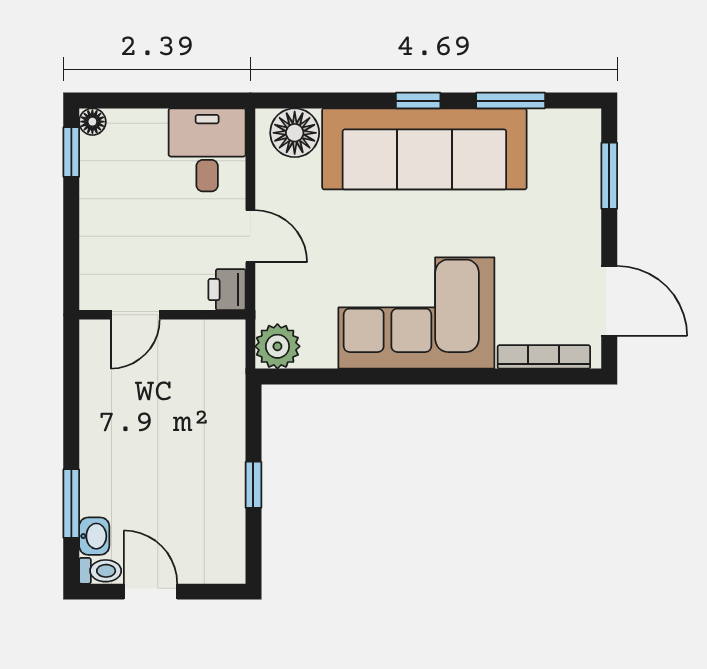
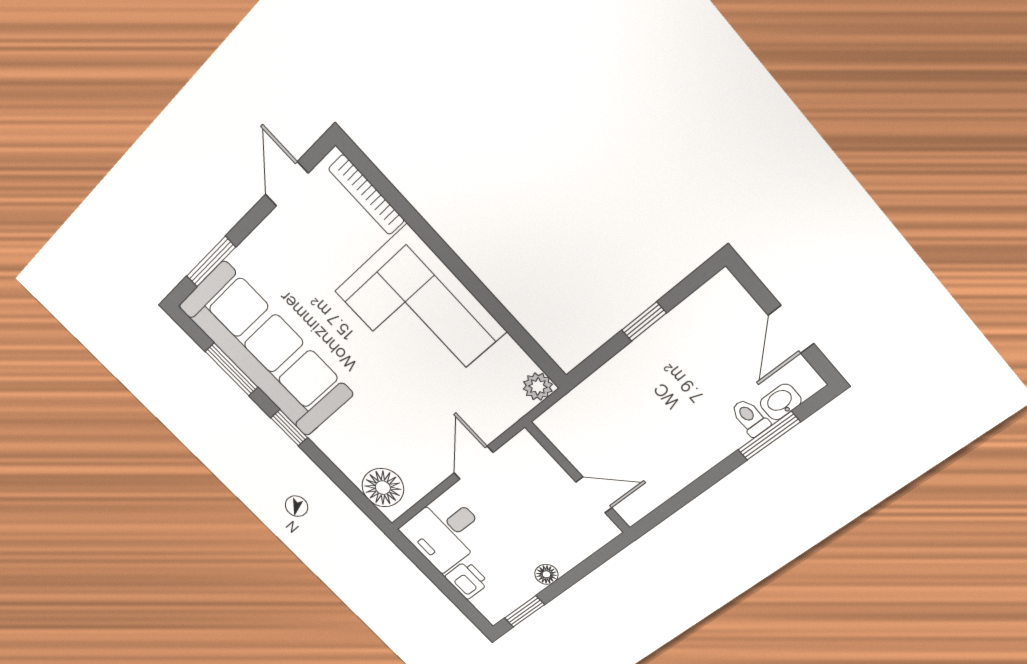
floor lamp: (92, 122) -> (546, 574), moved
sofa: (424, 149) -> (267, 350), moved
printer: (227, 290) -> (467, 580), moved, turned -90
door: (609, 301) -> (287, 184), width x0.73
plant: (277, 346) -> (538, 387), width x0.73, depth x0.73
toilet: (100, 571) -> (750, 418), moved

